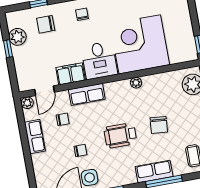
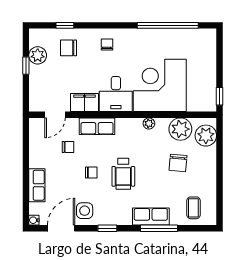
plant: (27, 103) -> (180, 129), moved, width x1.88, depth x1.88
chair: (159, 125) -> (178, 163), moved
wheelchair: (120, 135) -> (123, 174), turned -90
row of seats: (35, 137) -> (37, 185), moved
chair: (80, 151) -> (91, 173), moved

